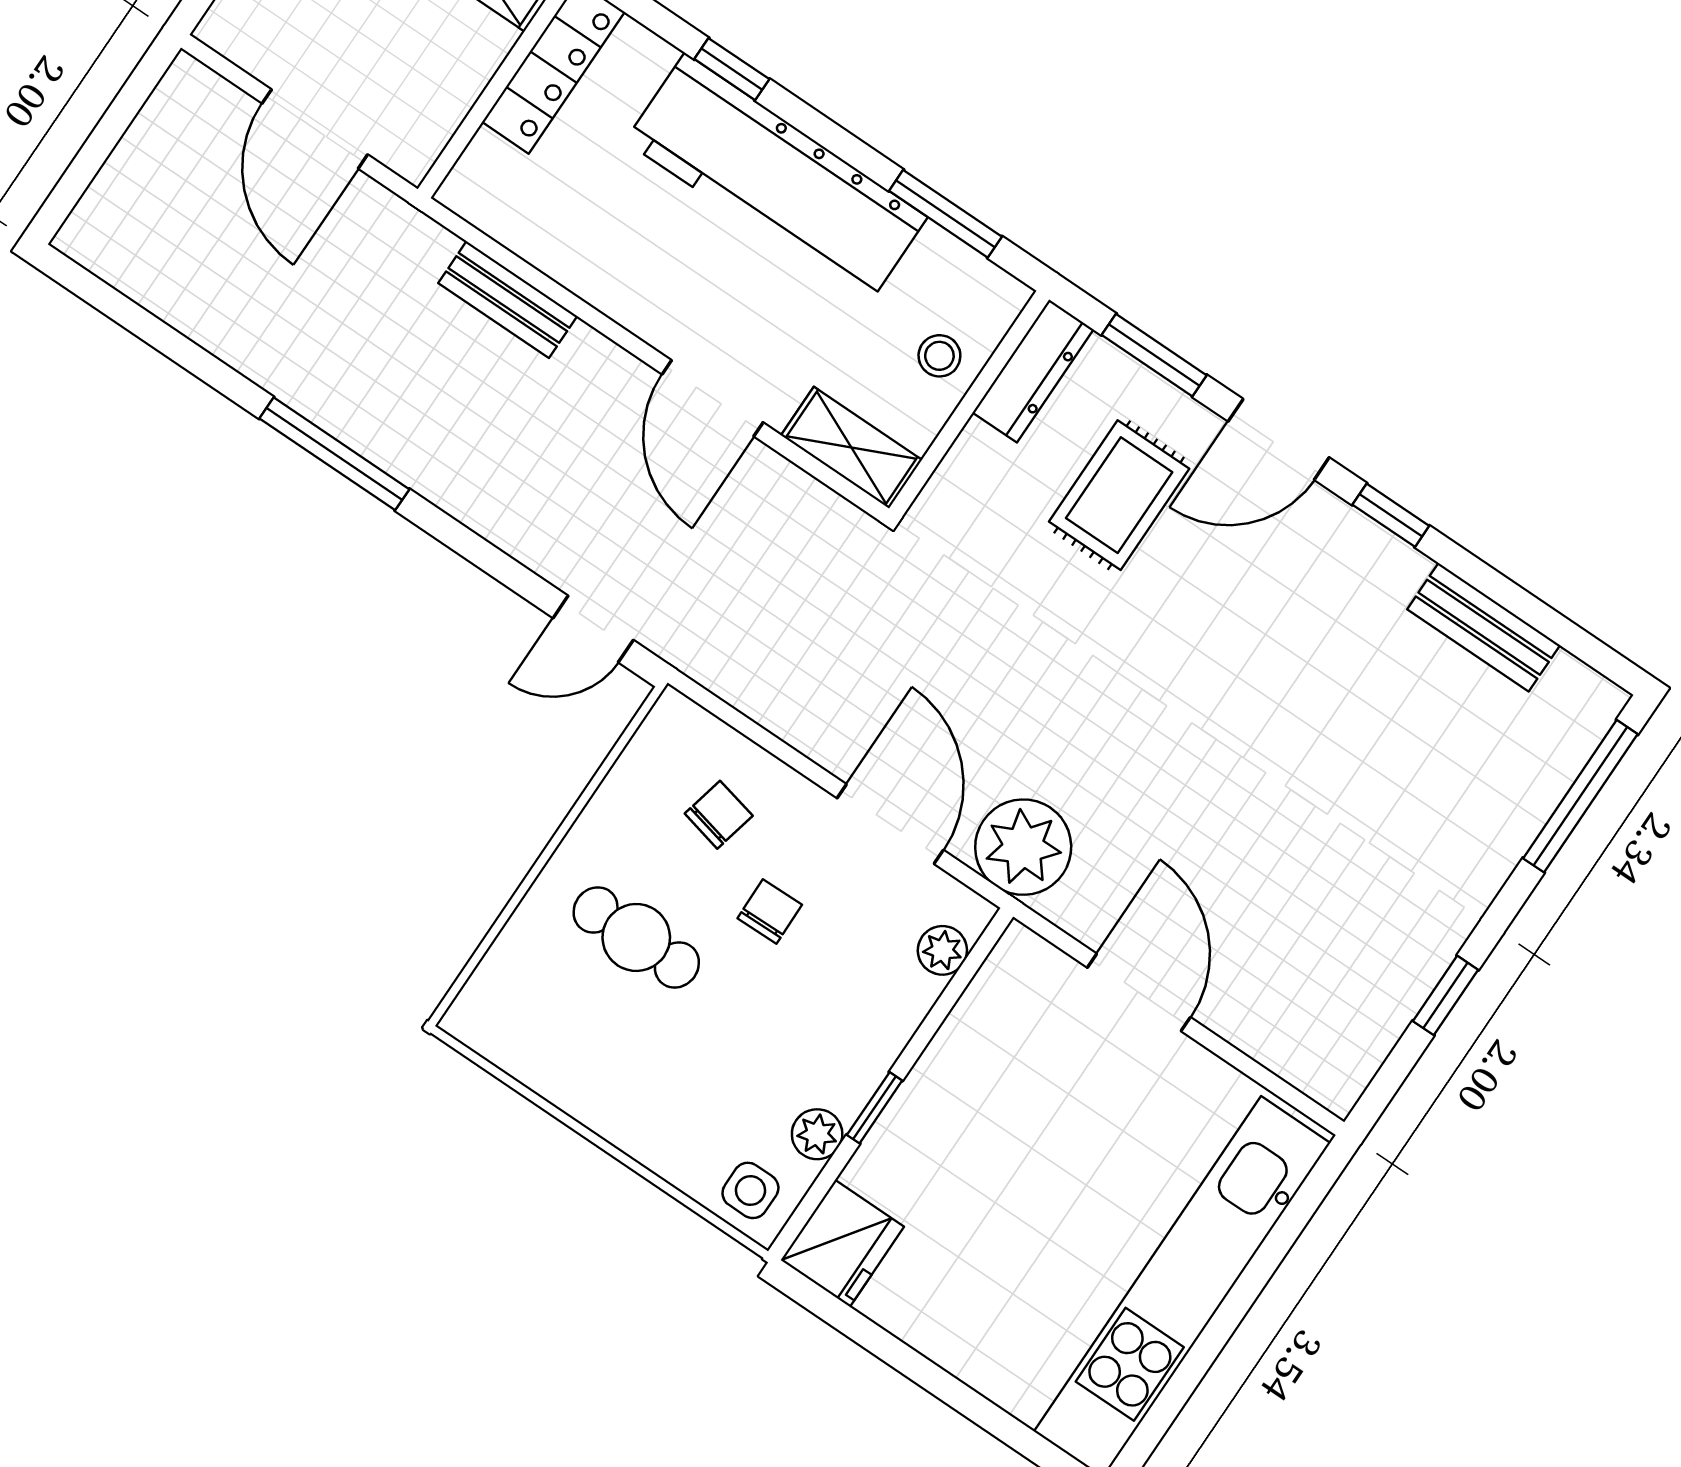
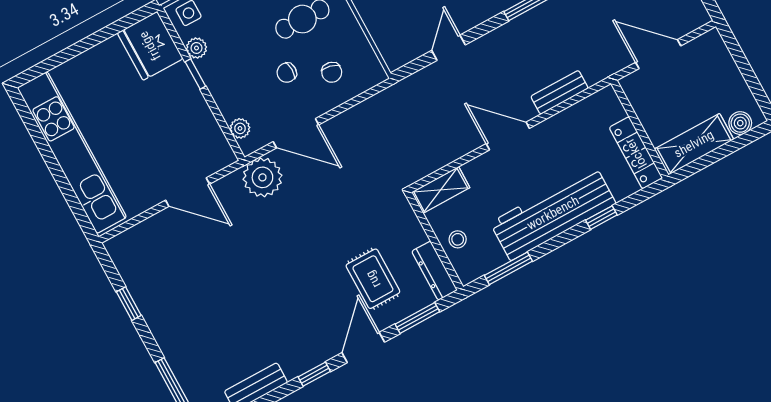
door: (713, 398) -> (508, 136), moved
door: (593, 629) -> (448, 48), moved
chair: (770, 912) -> (287, 73), turned 91
fridge: (842, 1243) -> (150, 46), width x1.36, depth x1.34

